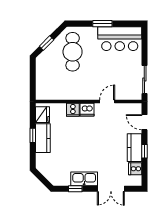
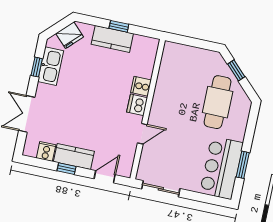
window: (102, 24) -> (243, 165), moved
cafe table: (73, 52) -> (218, 102), turned 90
door: (107, 102) -> (142, 134), hinge flipped
fridge: (43, 115) -> (70, 35), moved, turned -45
kitchen sink: (84, 179) -> (51, 66), moved

